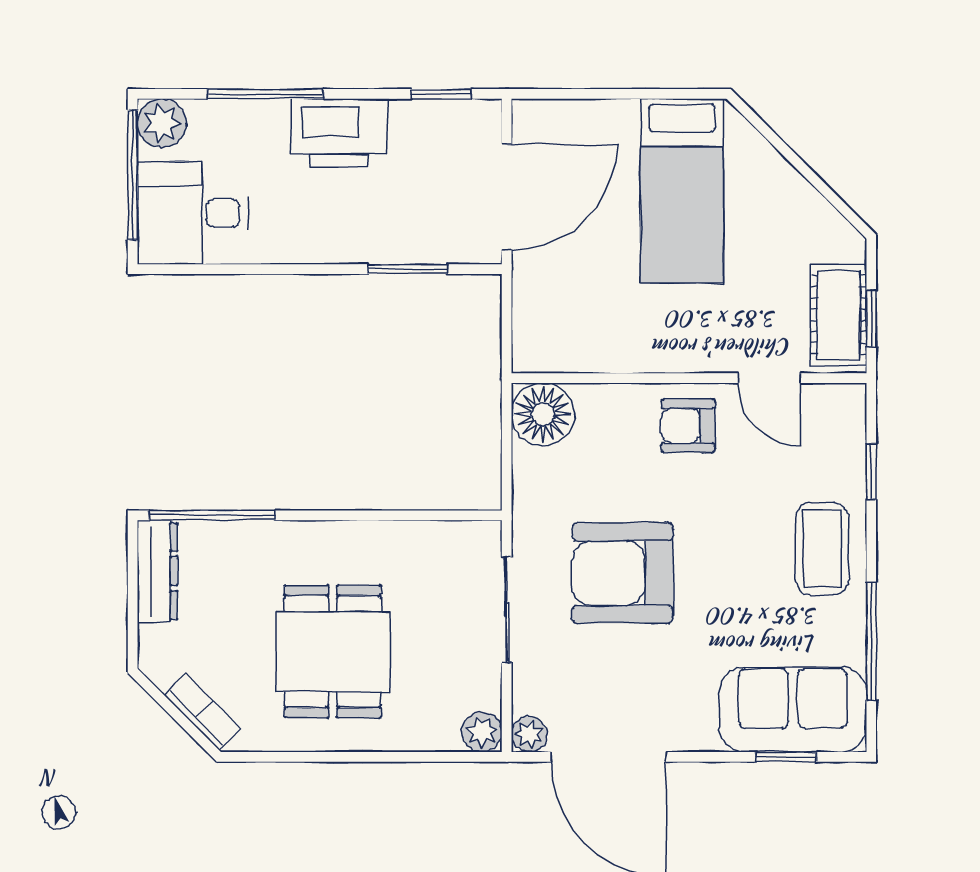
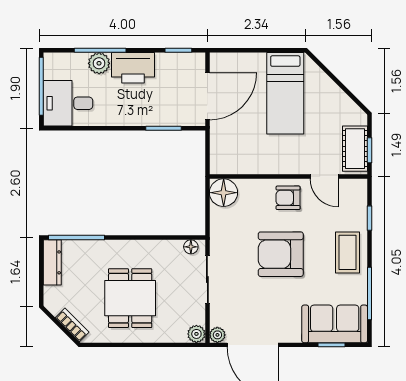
plant: (162, 123) -> (99, 63), moved
floor lamp: (469, 536) -> (191, 247), added
armchair: (623, 573) -> (281, 254), moved

